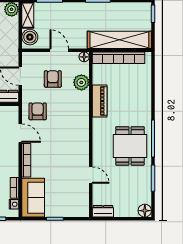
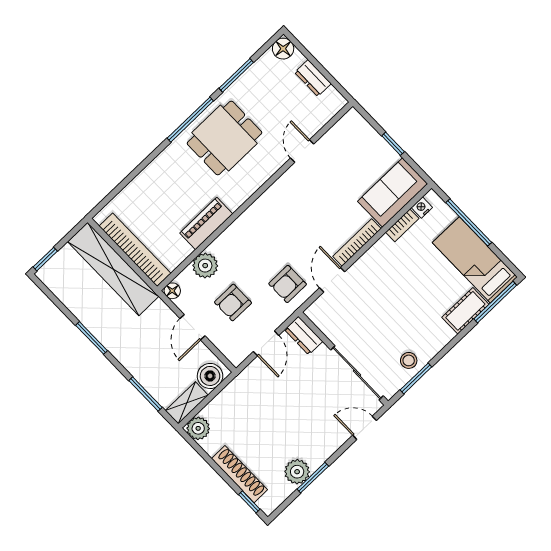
dresser: (103, 211) -> (313, 78), moved

